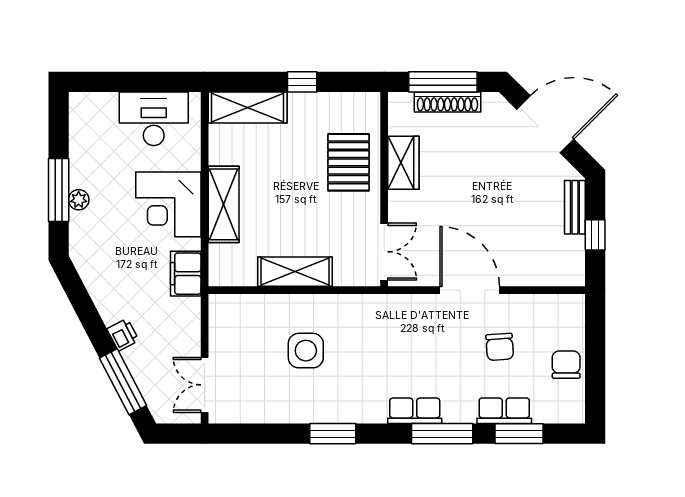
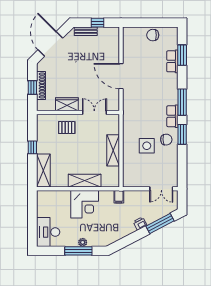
window: (443, 82) -> (32, 87), width x0.46
desk: (154, 119) -> (48, 232), moved
pallet: (348, 162) -> (67, 128), width x0.67, depth x0.71
double door: (384, 252) -> (94, 112), moved
filing cabinet: (186, 274) -> (119, 197), width x0.50
door: (470, 290) -> (121, 76), hinge flipped
chair: (500, 347) -> (166, 140), moved
row of seats: (415, 411) -> (172, 116), moved
window: (442, 434) -> (182, 102), moved

